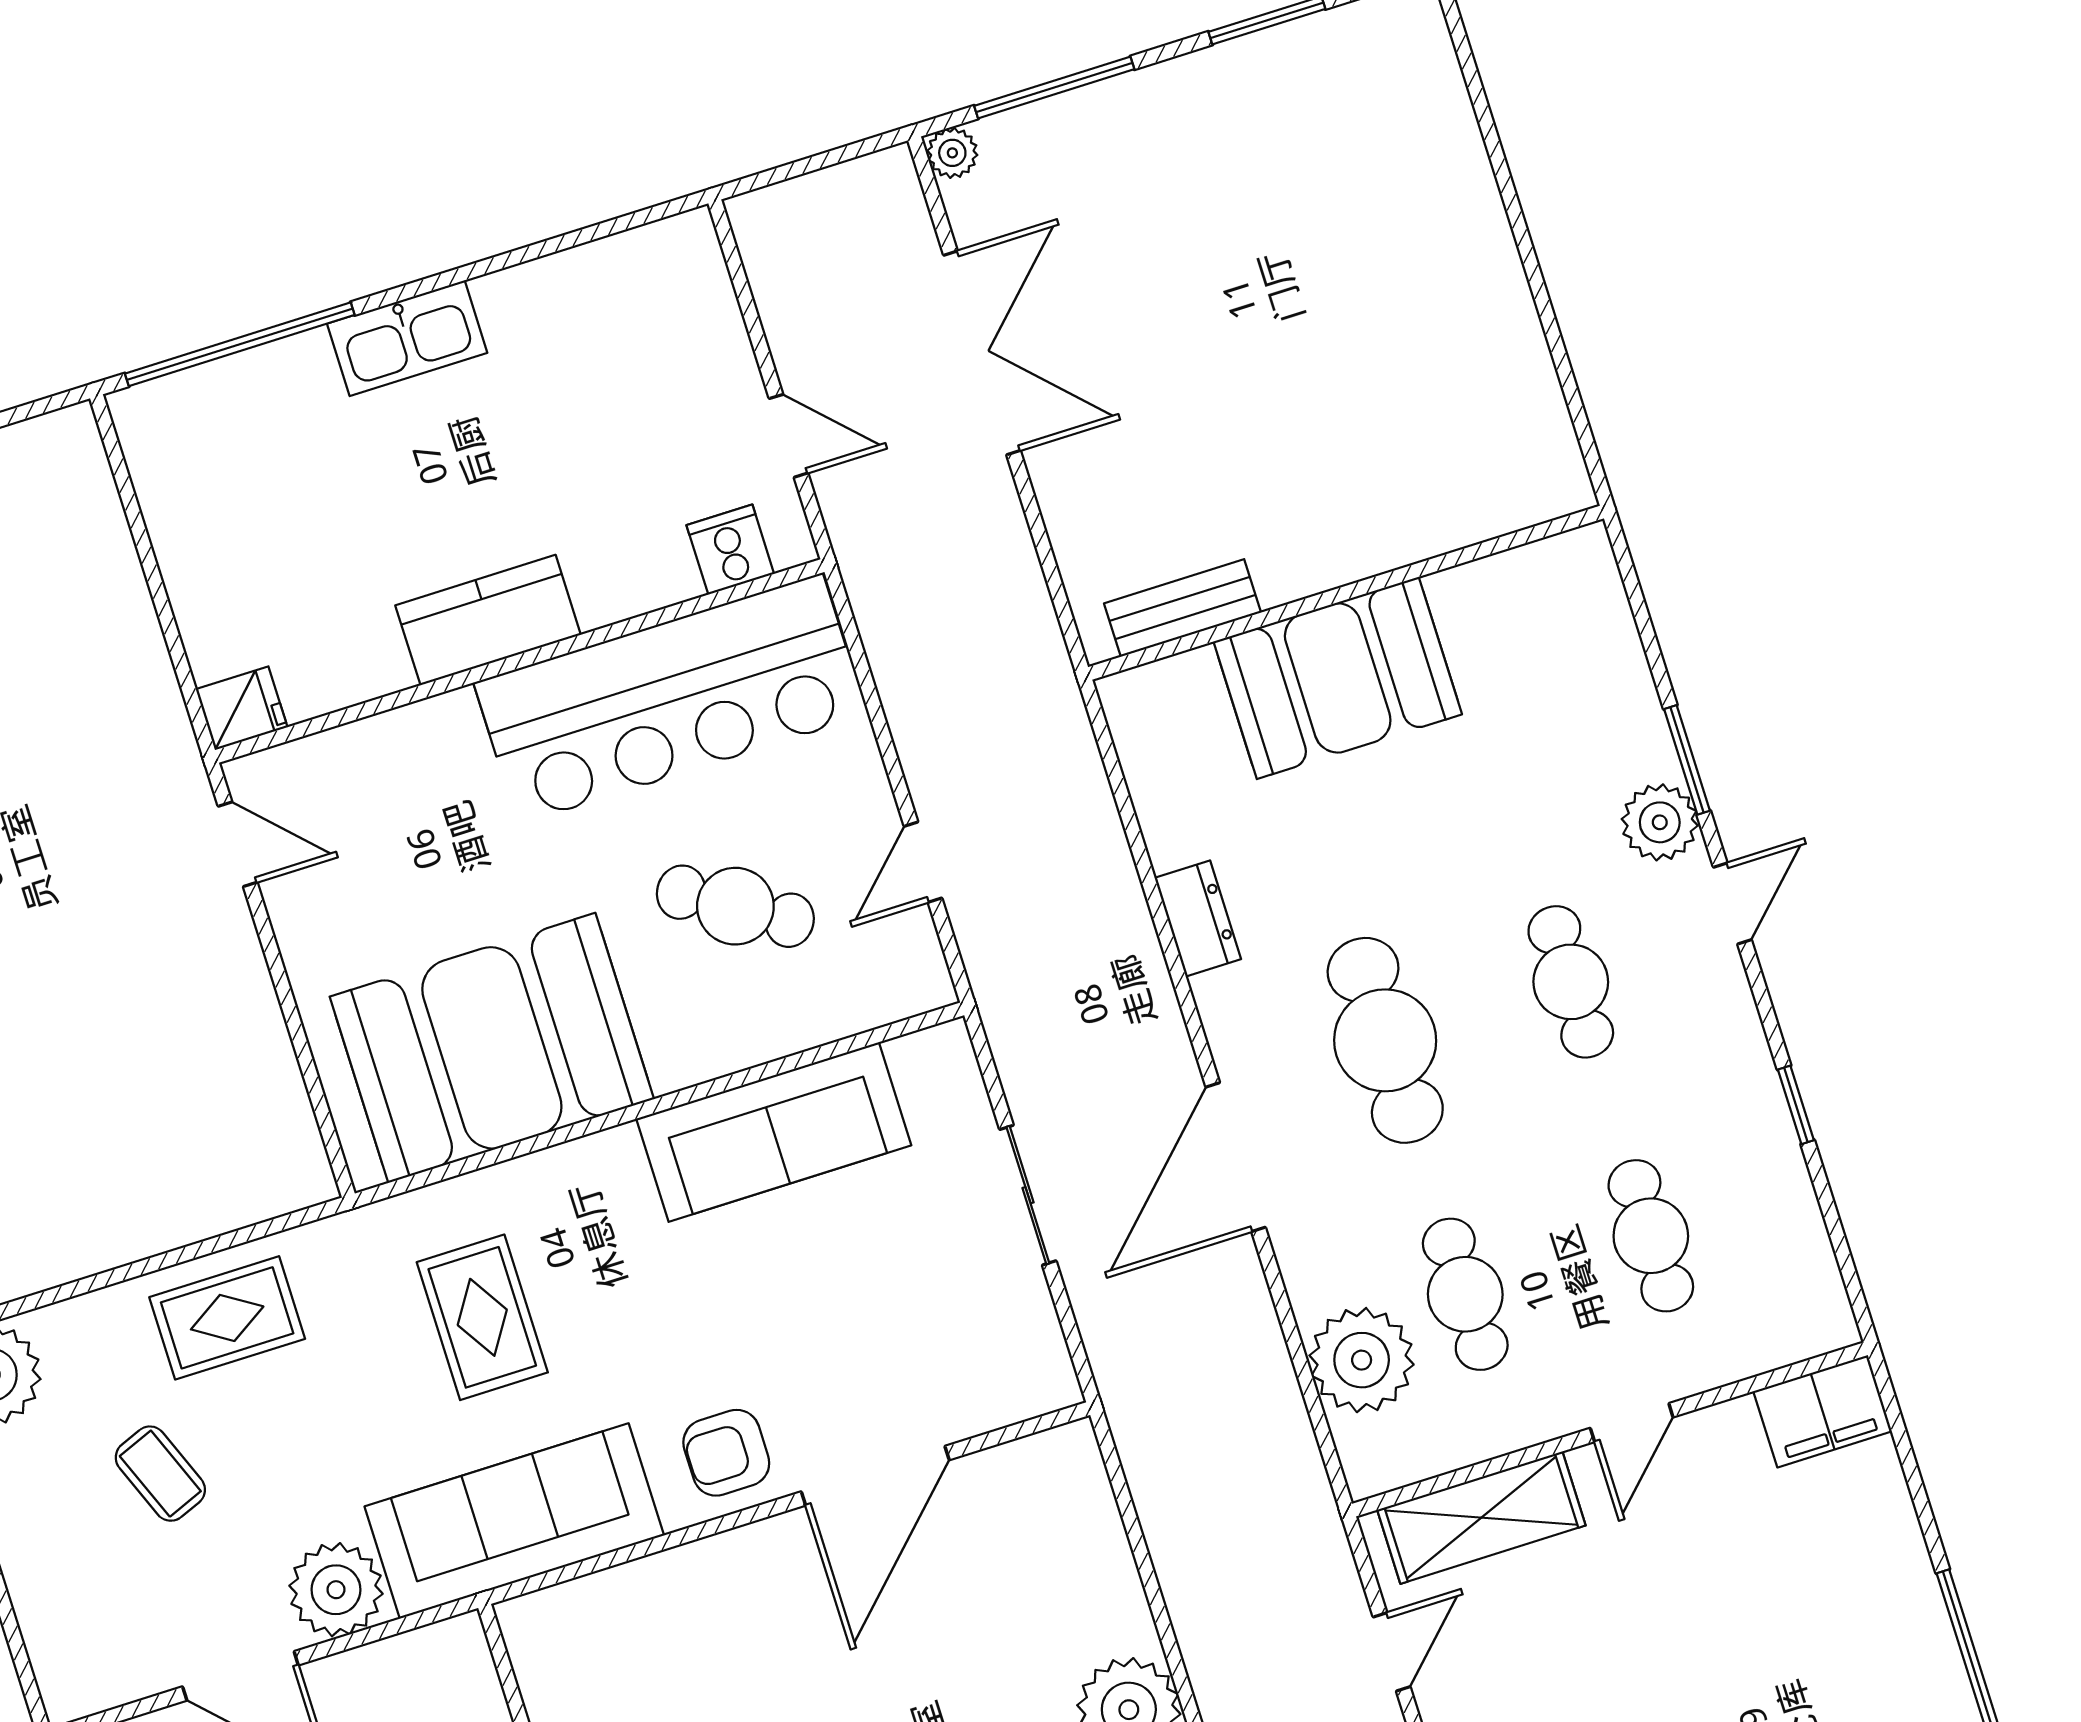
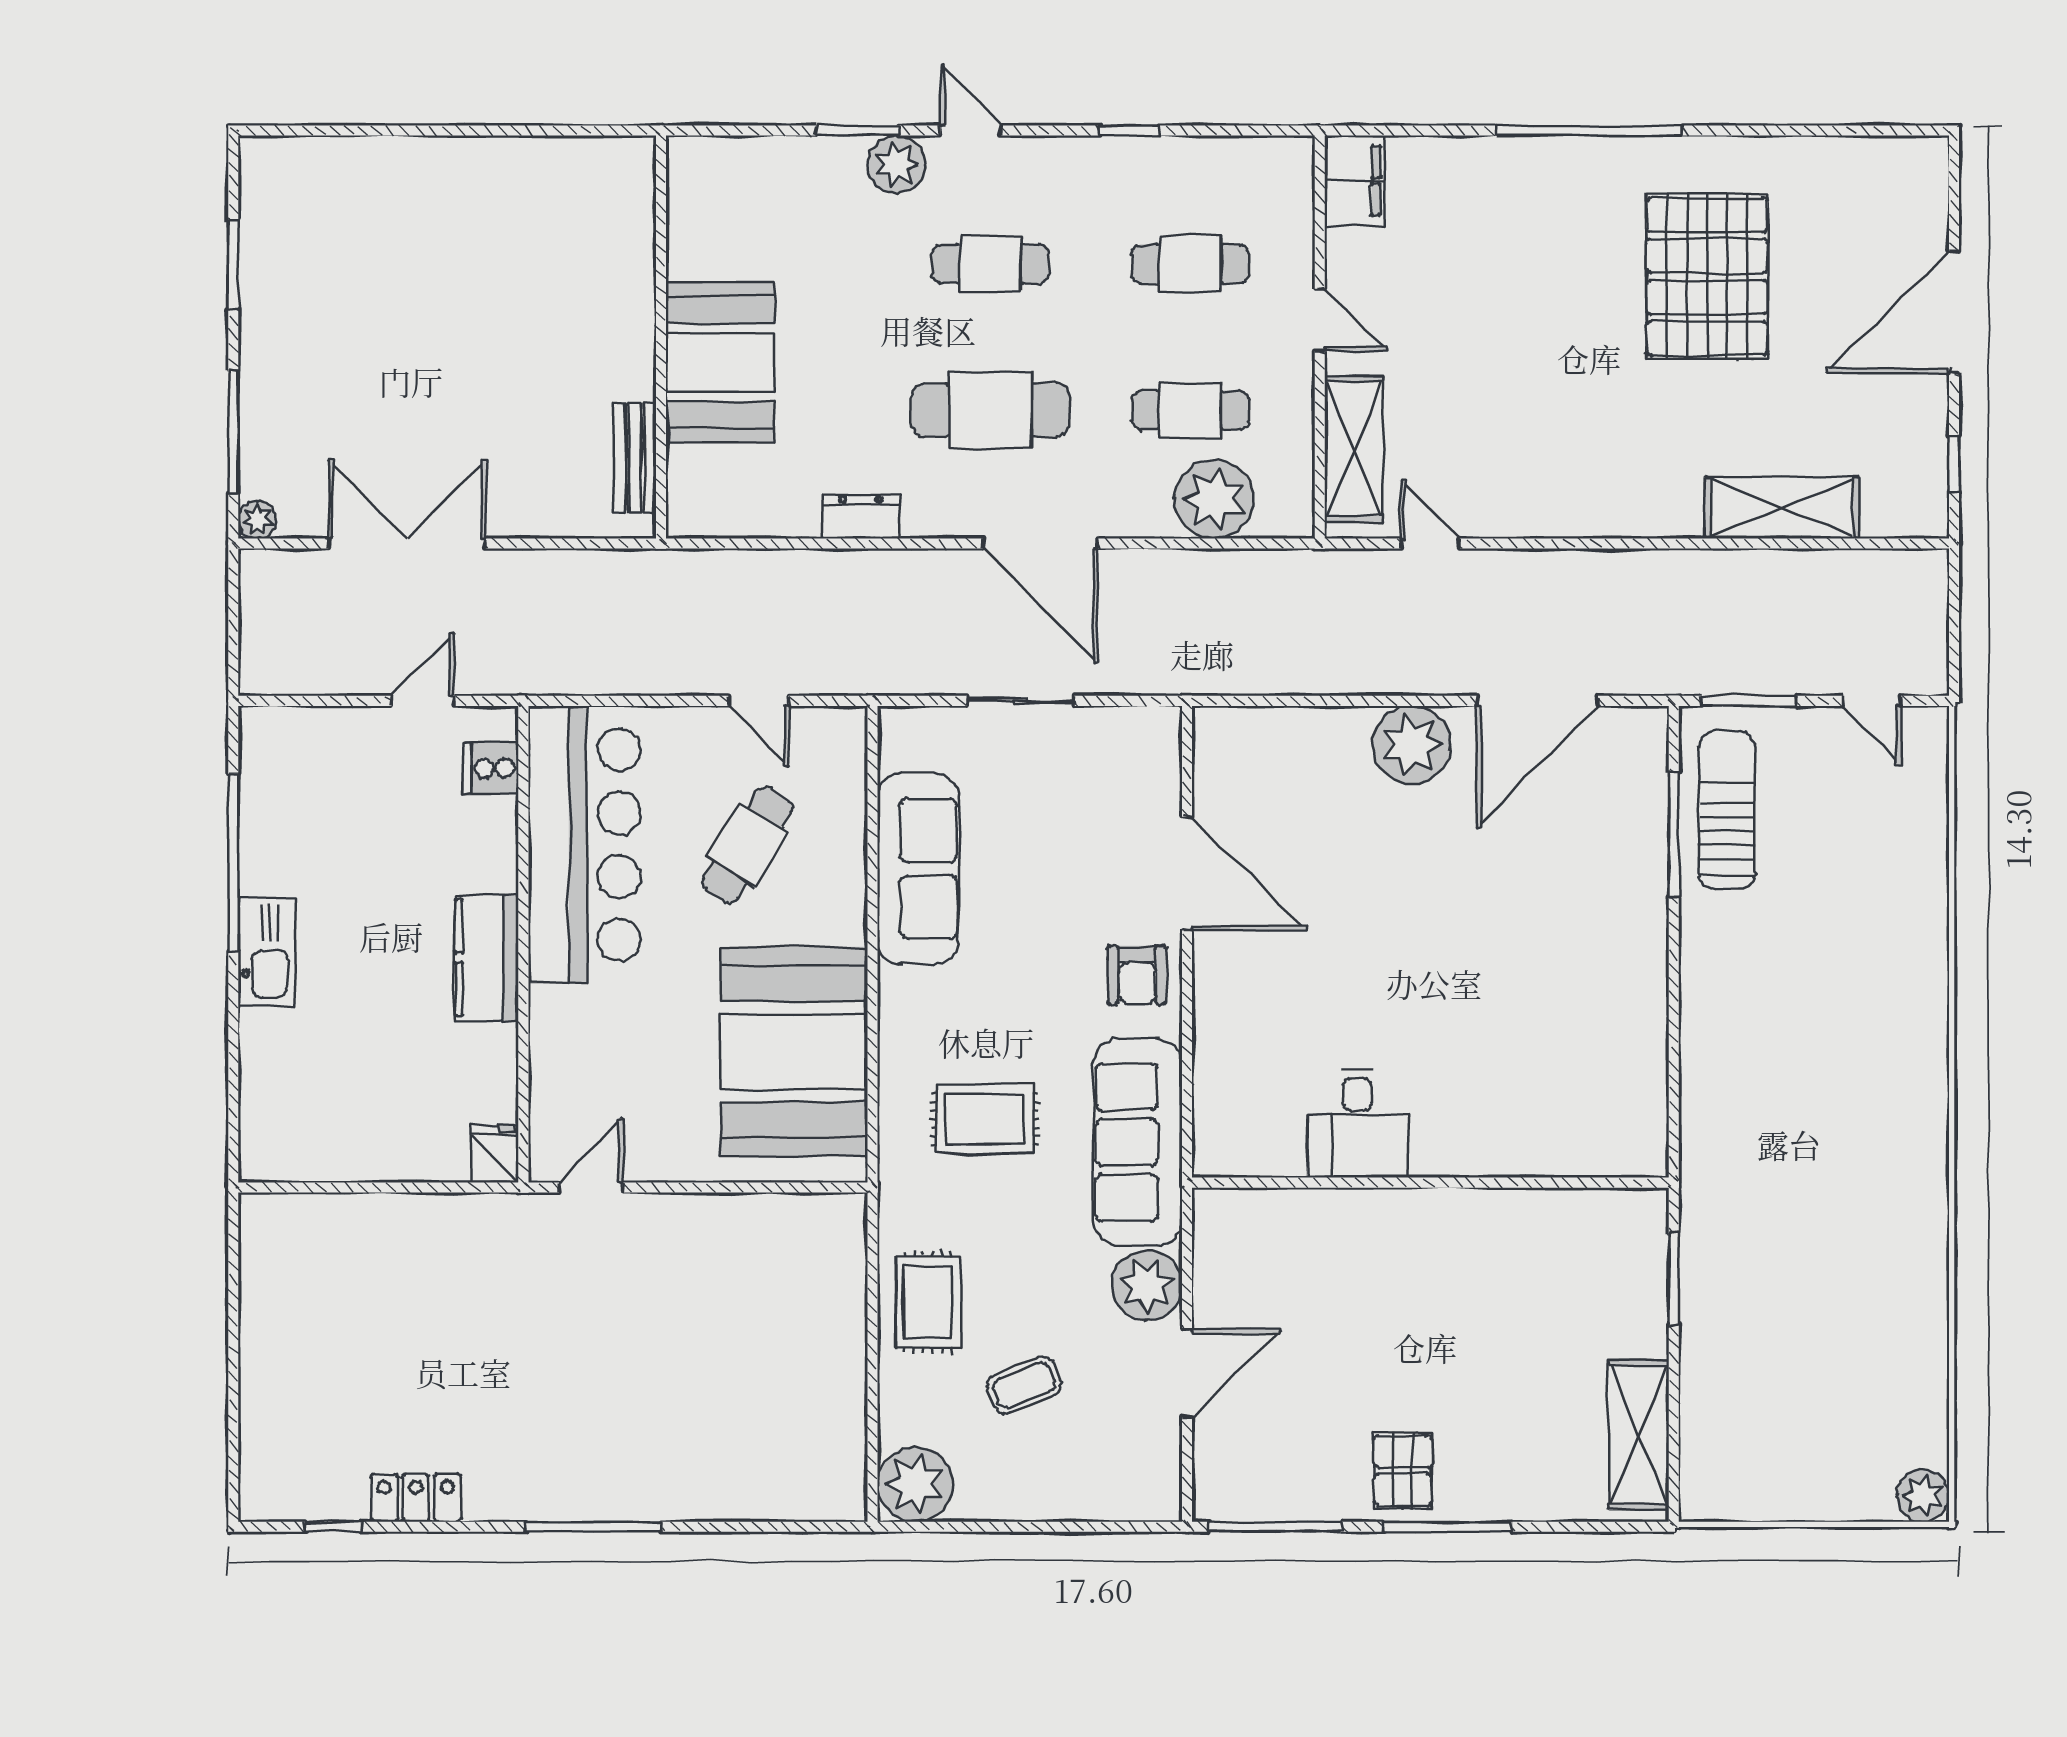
window: (240, 344) -> (233, 863), moved

